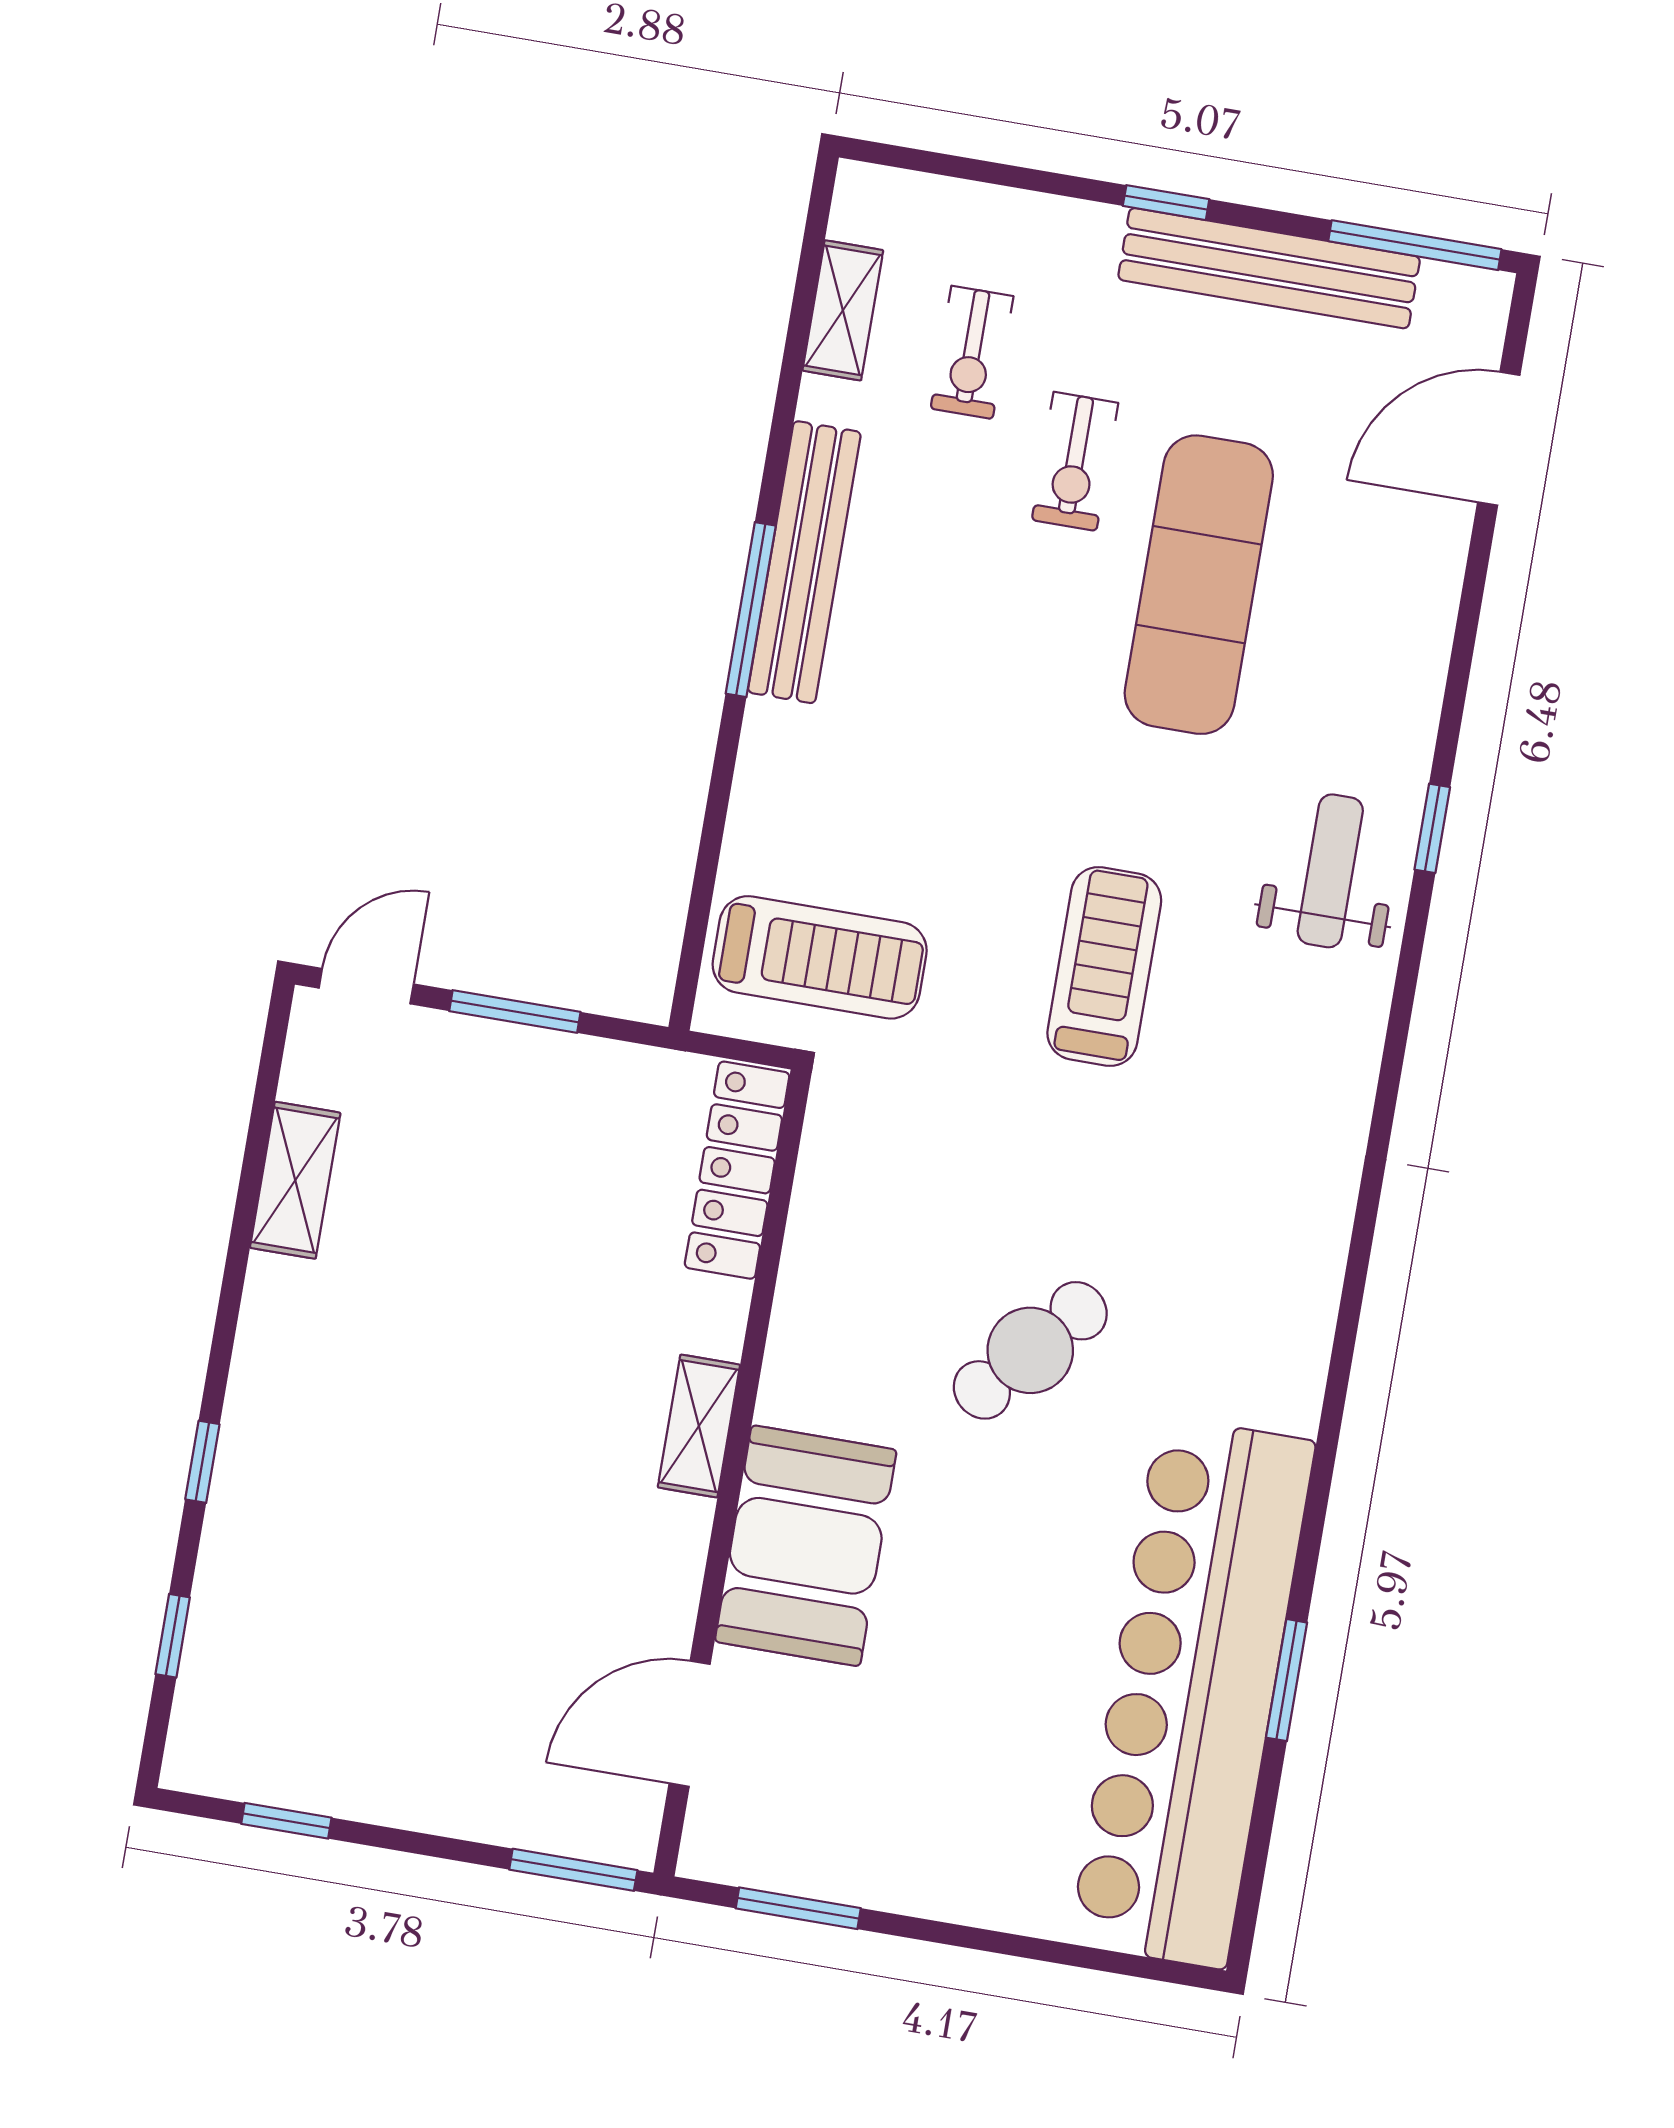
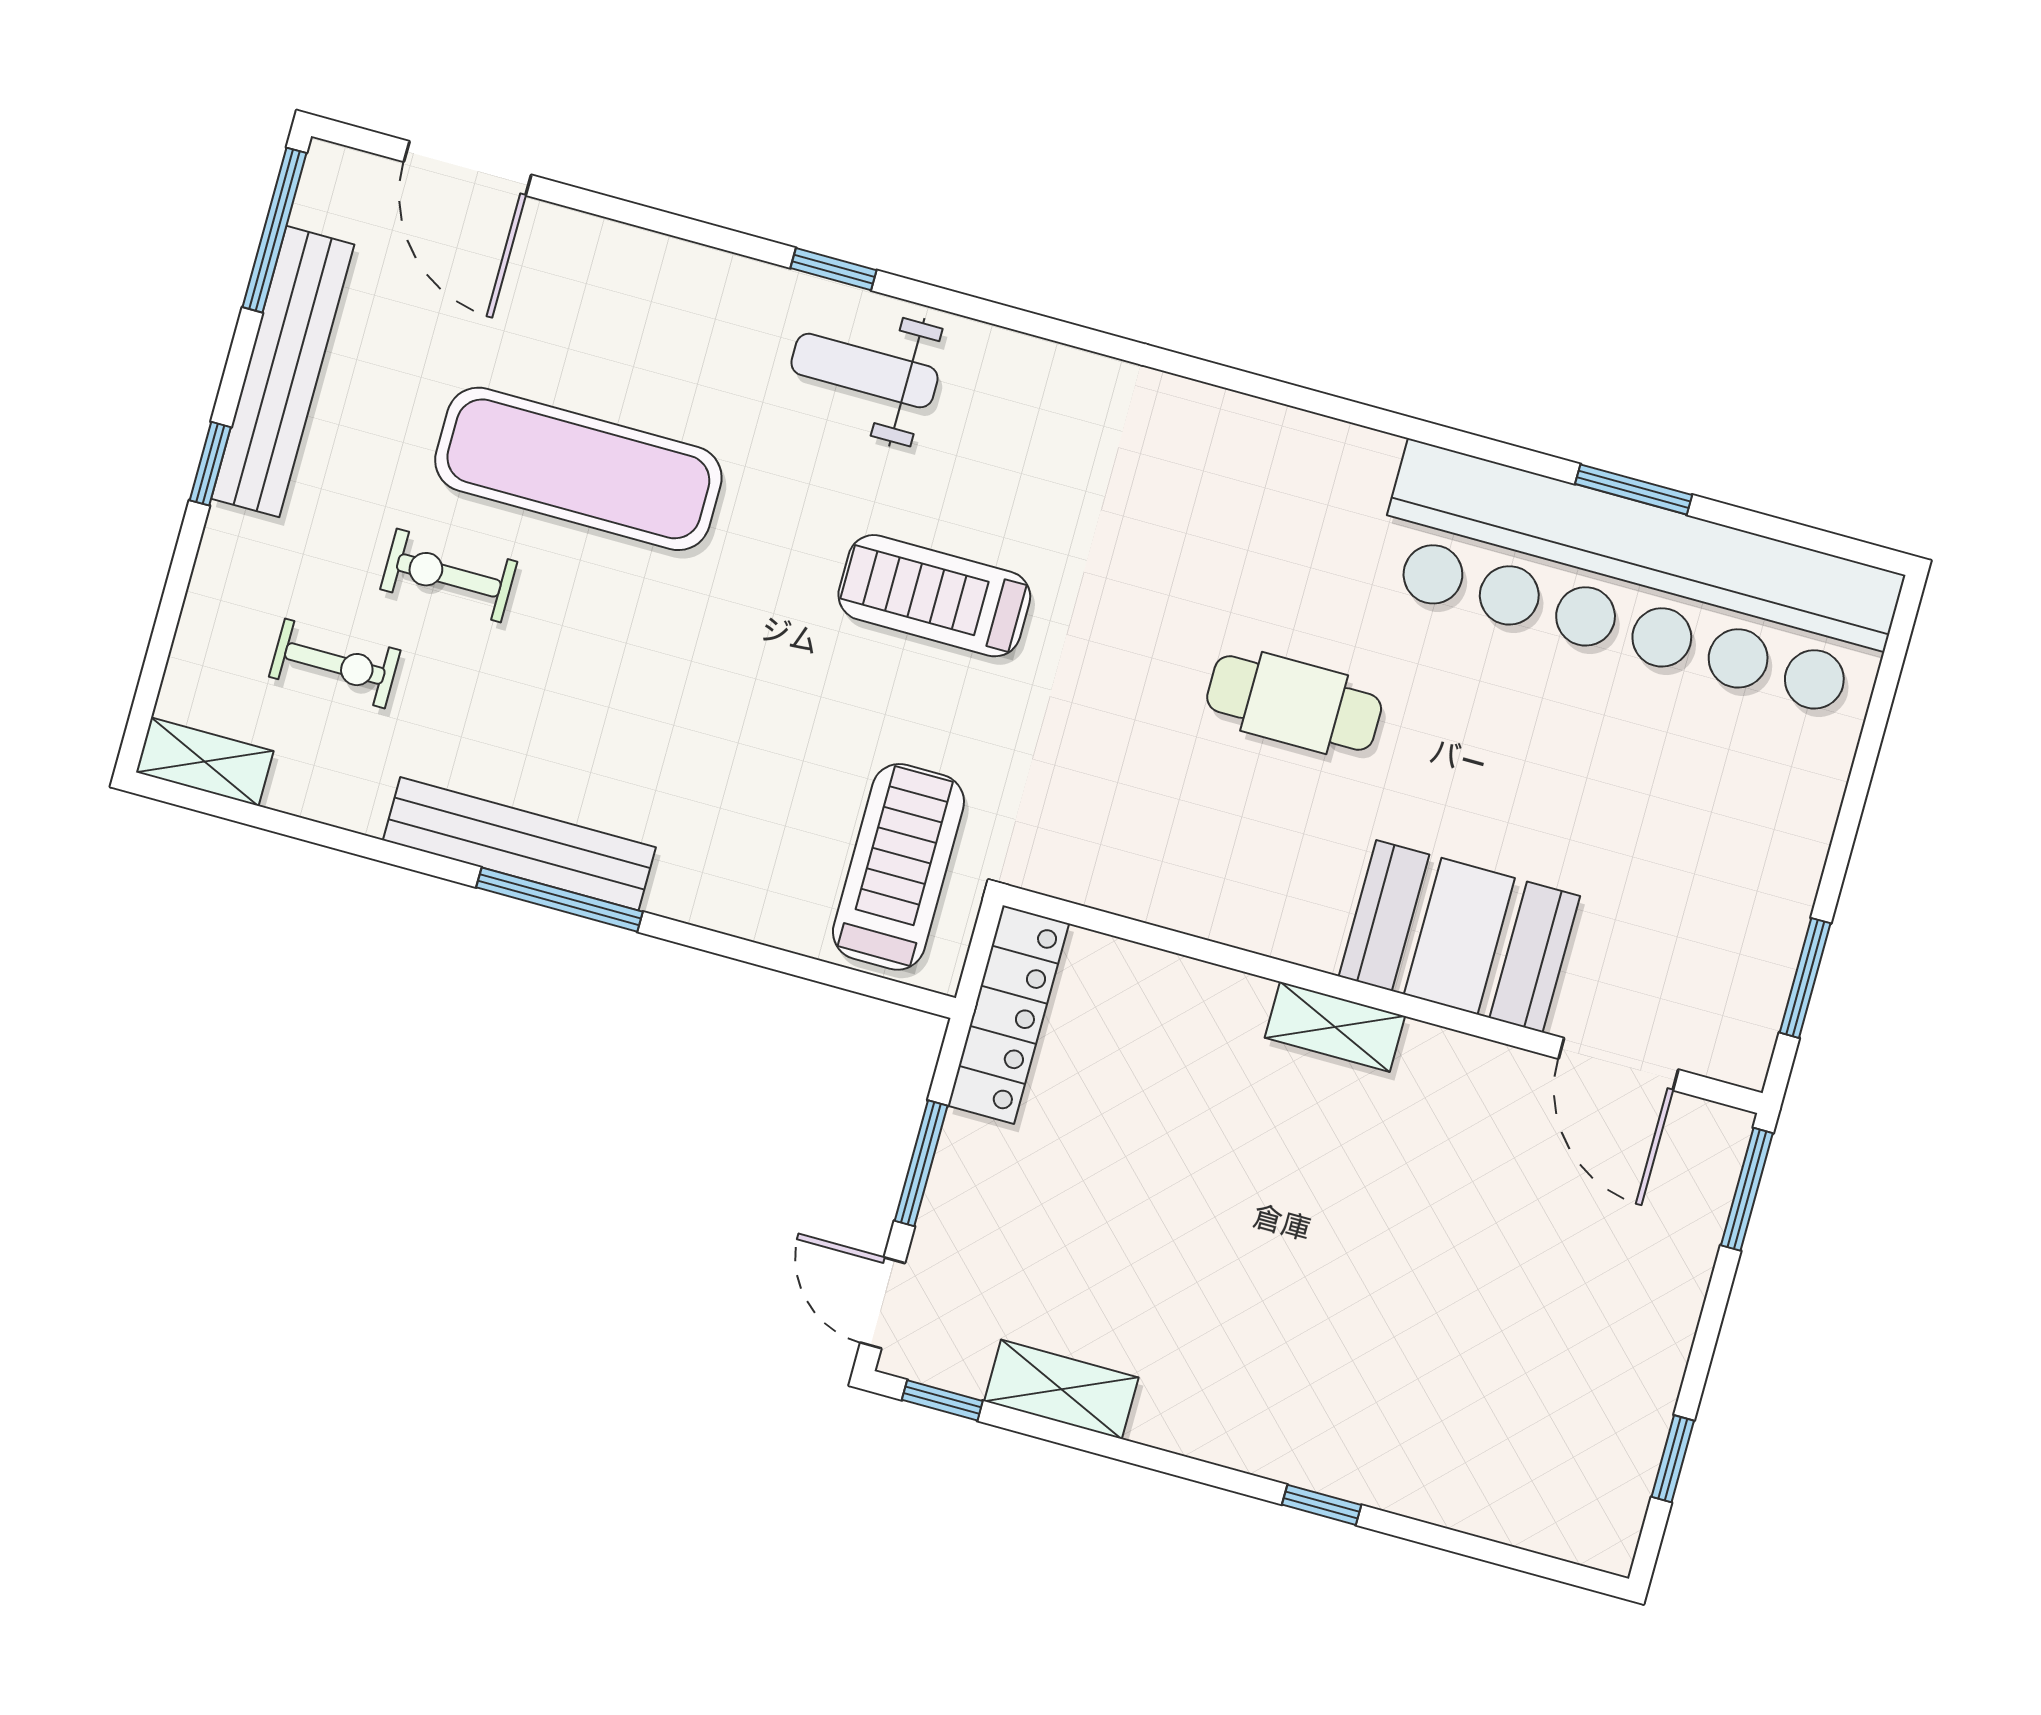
shelving: (843, 310) -> (205, 762), moved
exercise bike: (1075, 461) -> (449, 575), turned 180
locker: (737, 1170) -> (1008, 1015), moved, turned -90
cafe table: (1030, 1350) -> (1294, 703), turned -41
window: (173, 1636) -> (942, 1400), moved

